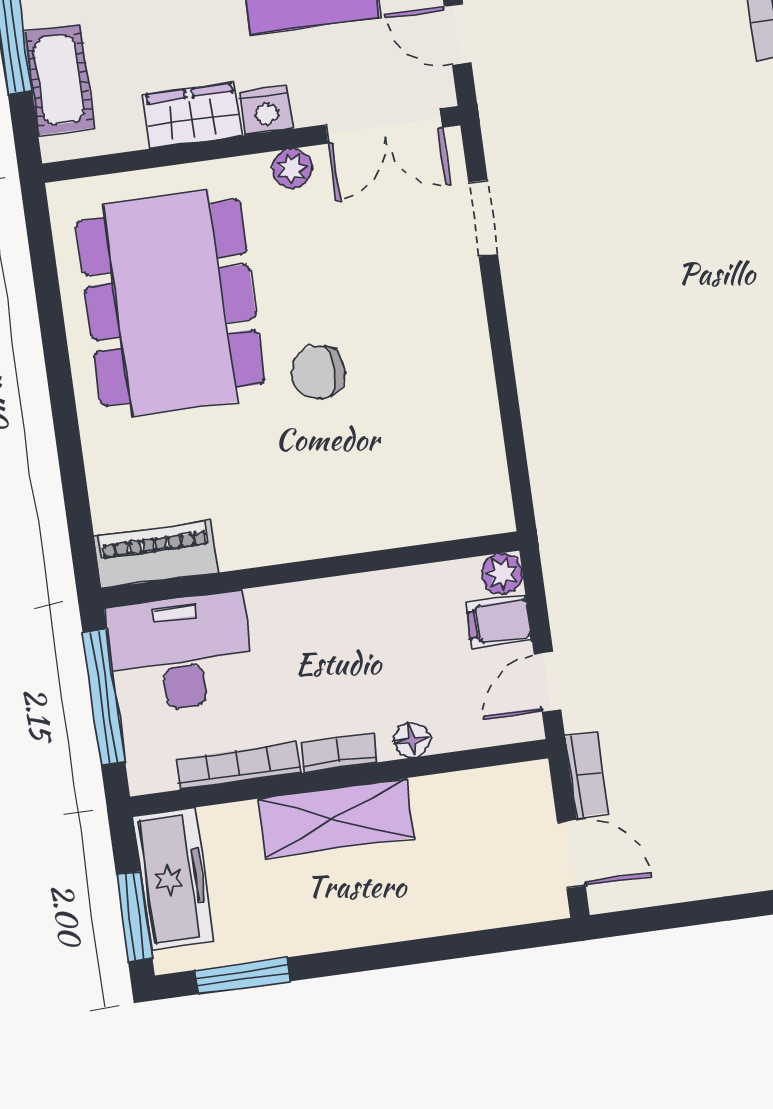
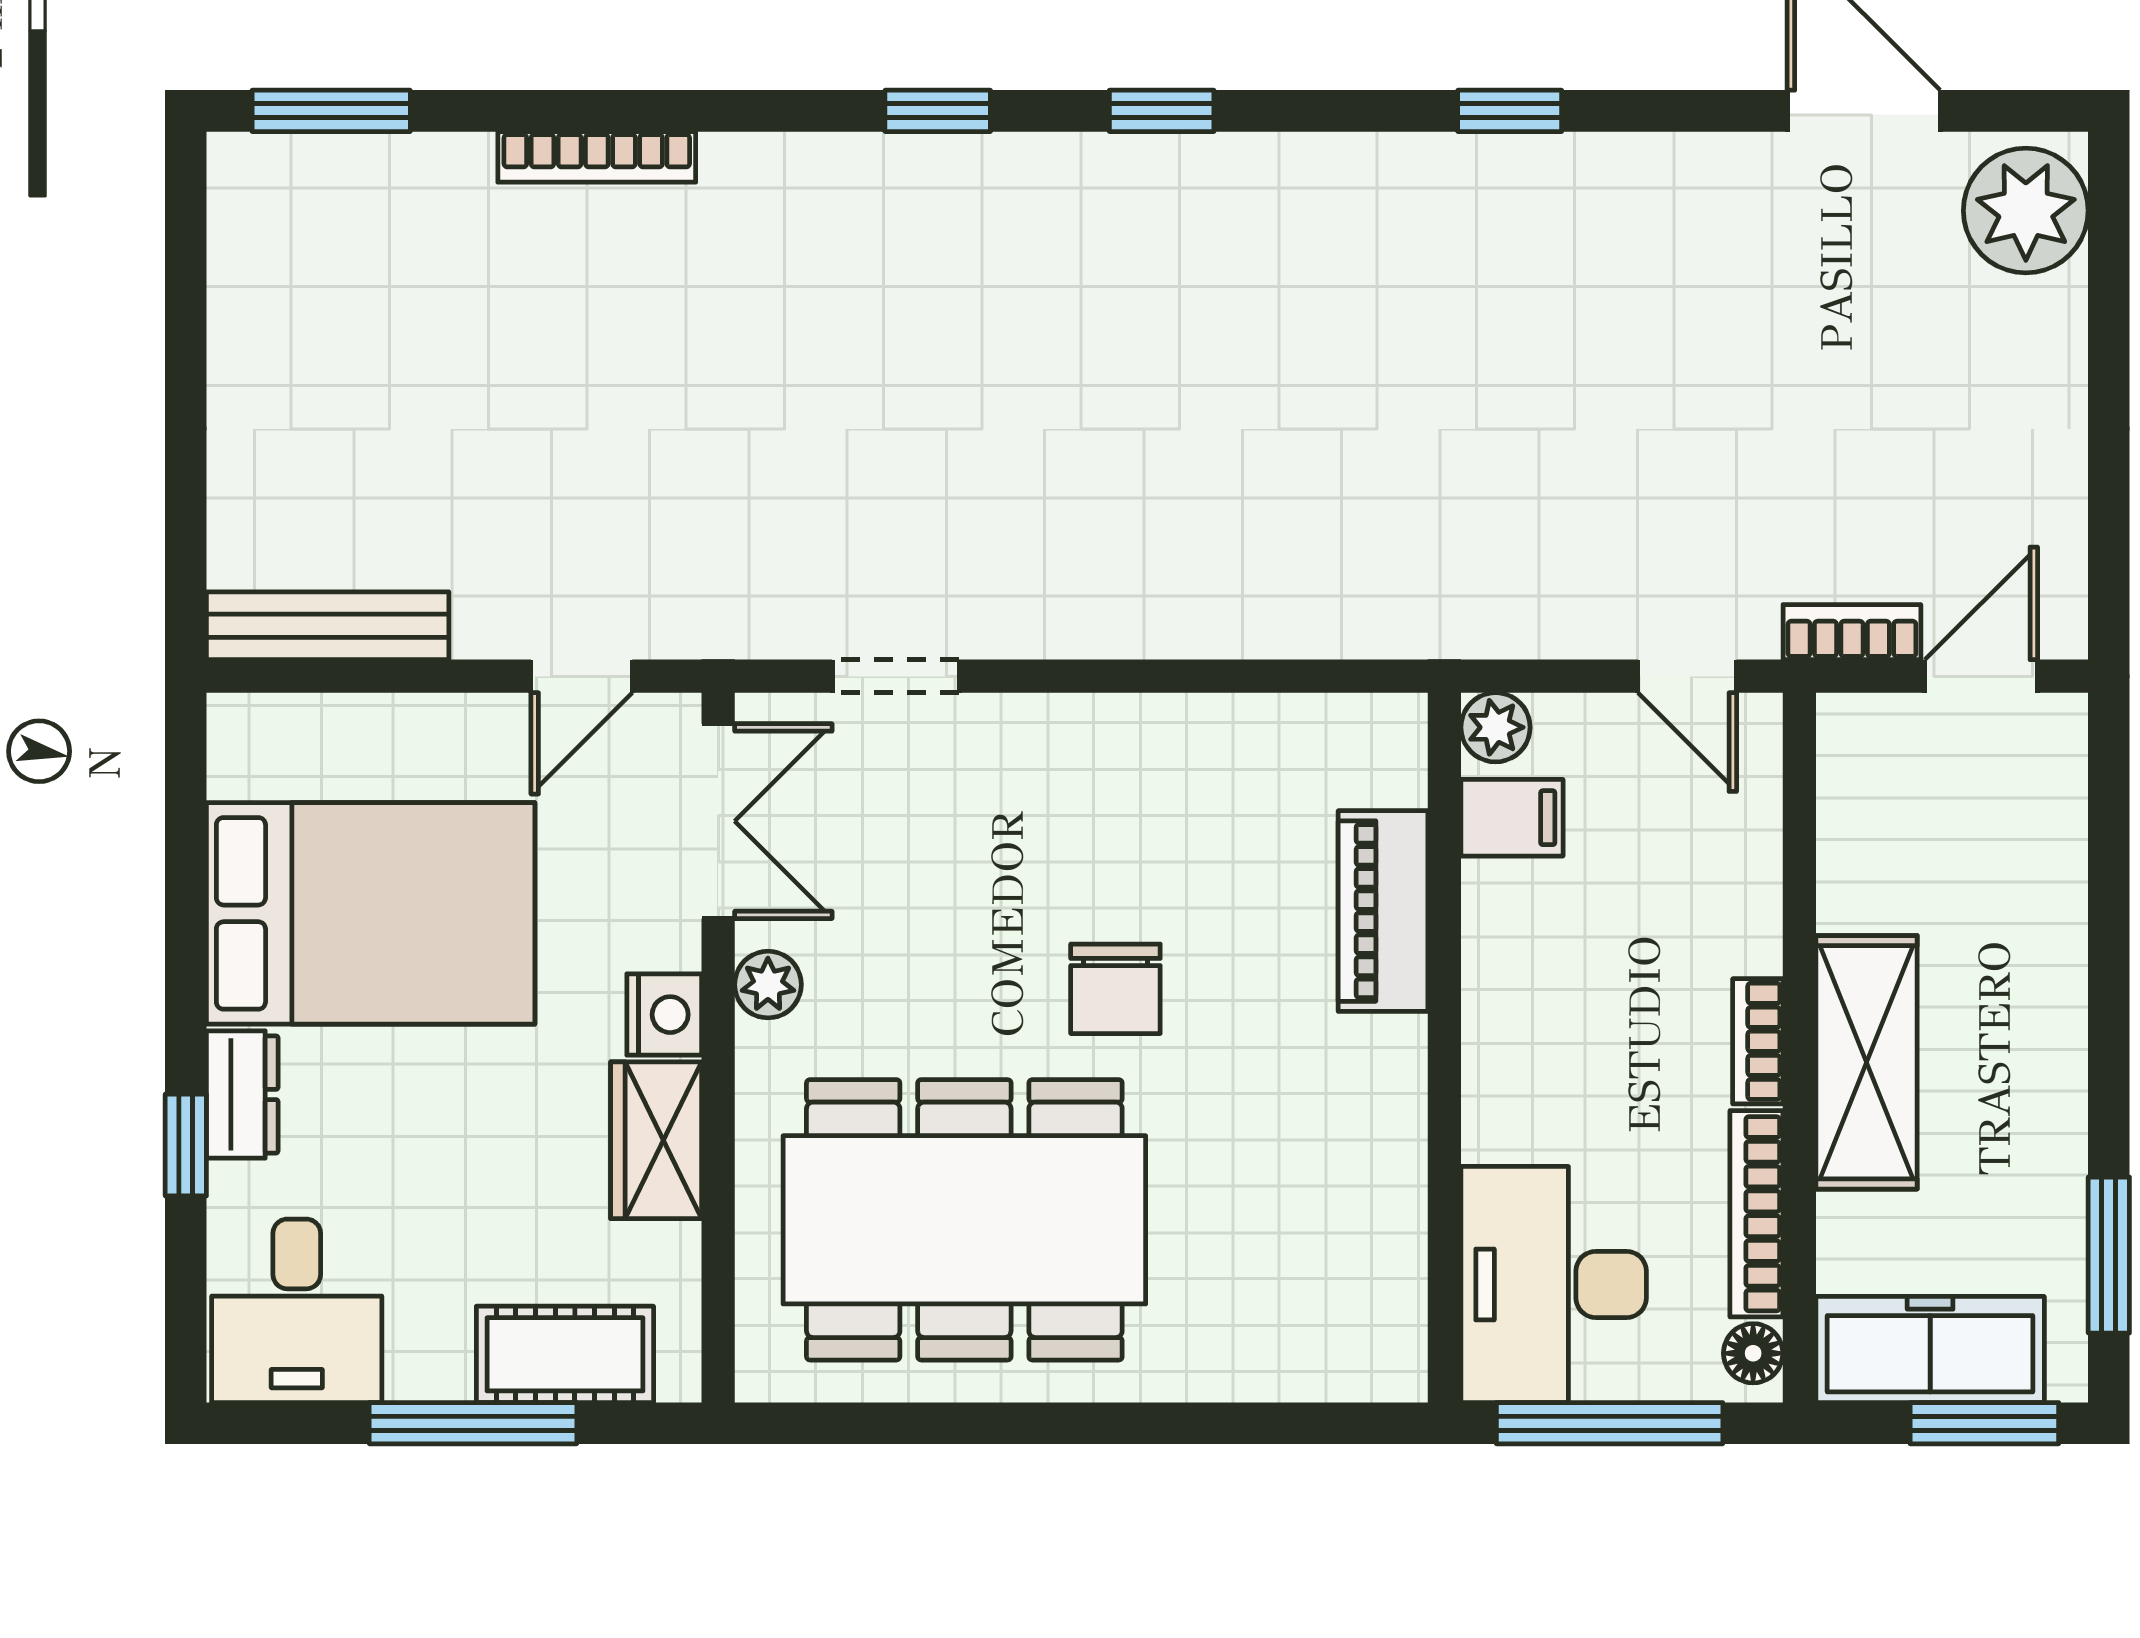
piano: (156, 555) -> (1383, 911), moved
filing cabinet: (499, 622) -> (1512, 818), moved, turned -90
floor lamp: (412, 740) -> (1753, 1353), moved

